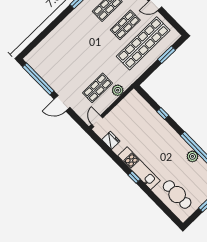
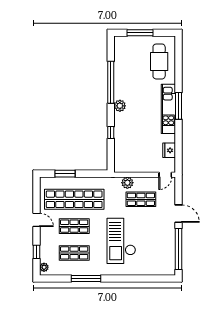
checkout: (83, 46) -> (121, 241), added
plant: (192, 156) -> (120, 106), moved
window: (134, 177) -> (179, 106), width x2.17

